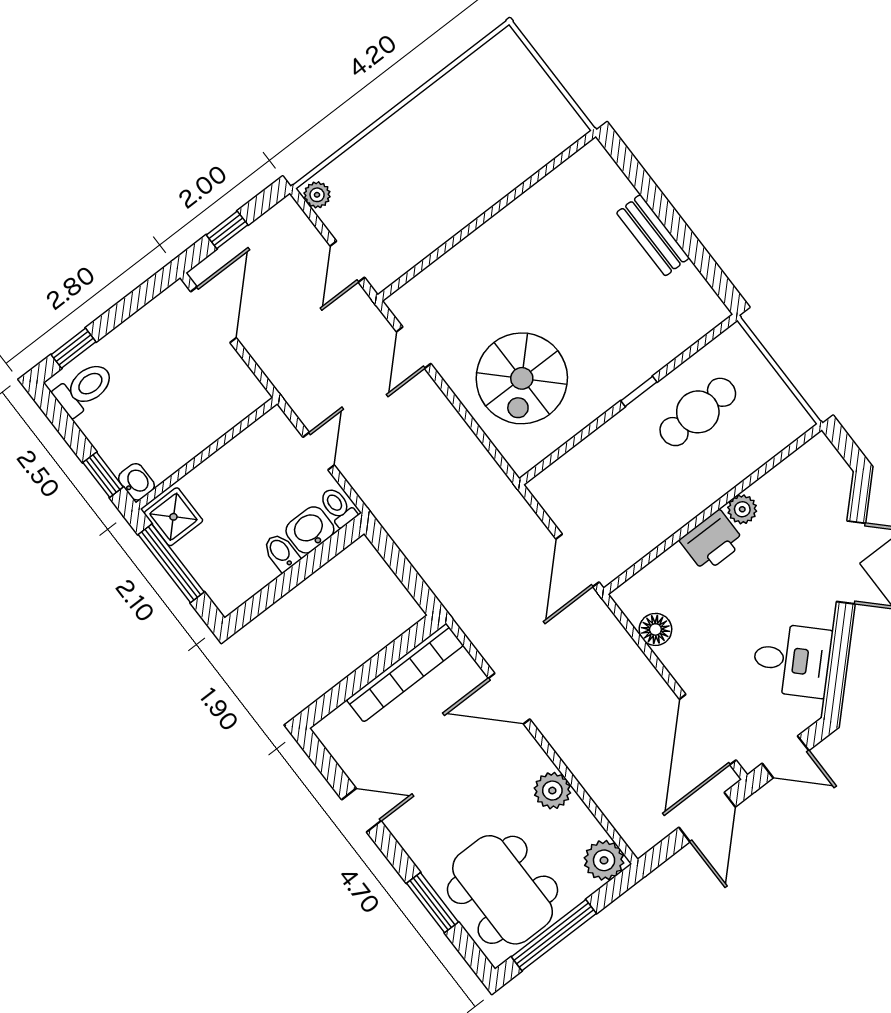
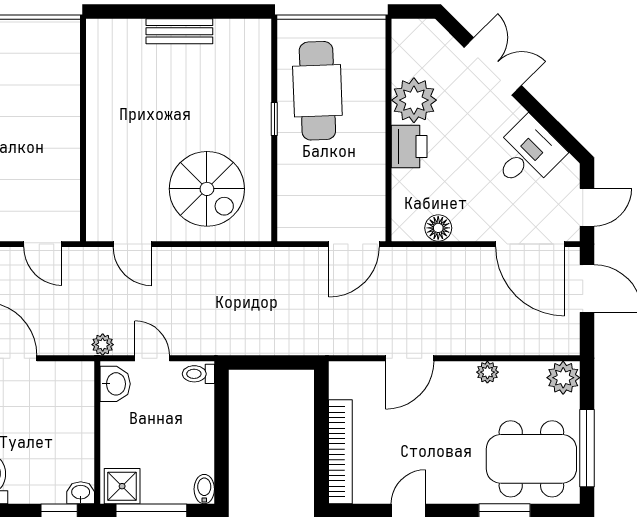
plant: (295, 393) -> (103, 345), added
cafe table: (698, 412) -> (317, 91), width x1.37, depth x1.35
plant: (742, 509) -> (414, 100), width x1.87, depth x1.87
washbasin: (310, 530) -> (115, 384), moved, turned 180
bidet: (281, 552) -> (204, 489), moved, turned 90
door: (578, 560) -> (354, 244), hinge flipped
bookcase: (405, 673) -> (340, 452), moved
plant: (552, 791) -> (487, 372), width x0.73, depth x0.73

